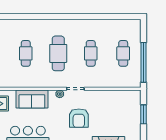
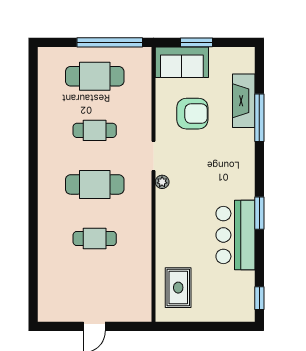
cafe table: (123, 53) -> (95, 76), width x1.37, depth x1.35
sofa: (32, 99) -> (182, 62), moved, turned 90
armchair: (79, 118) -> (192, 114), moved

